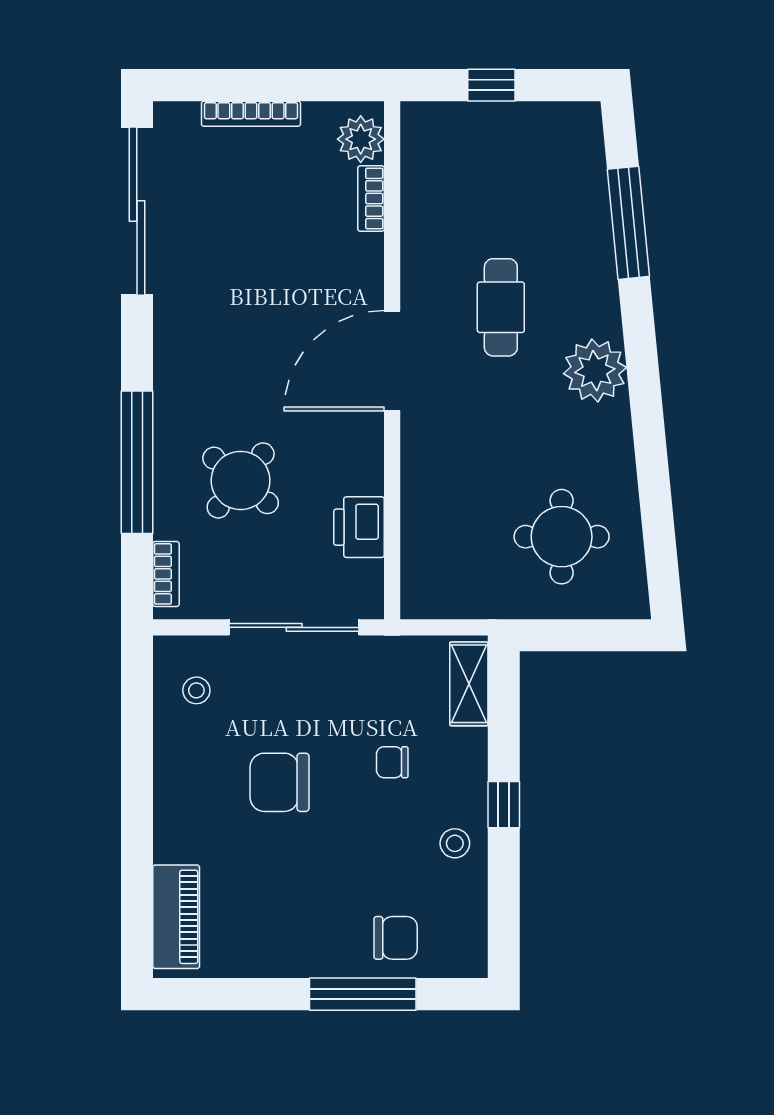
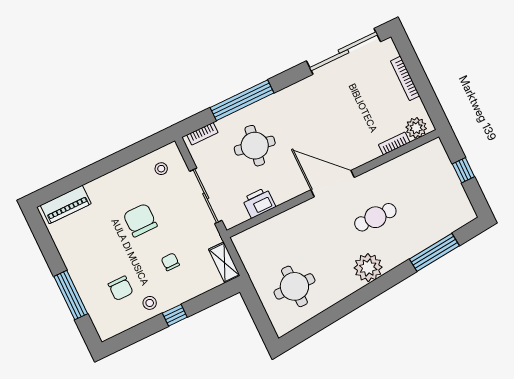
round table: (241, 480) -> (255, 146), turned -30
shelving: (469, 684) -> (224, 262), moved, turned 90
chair: (396, 938) -> (121, 288), moved

